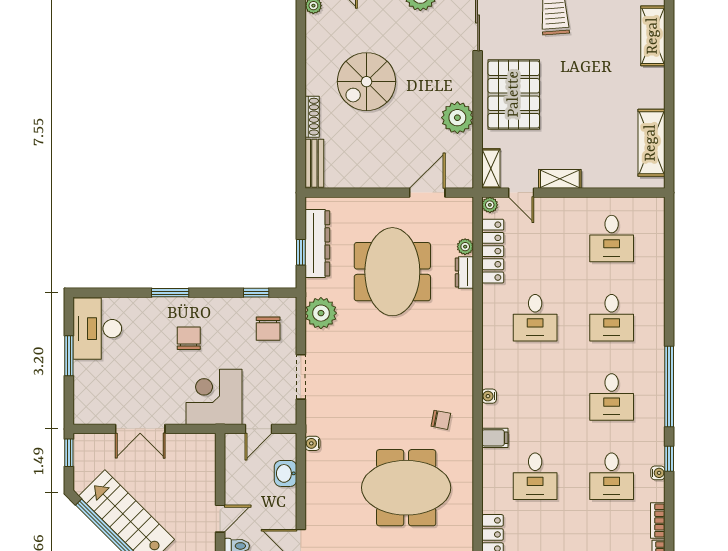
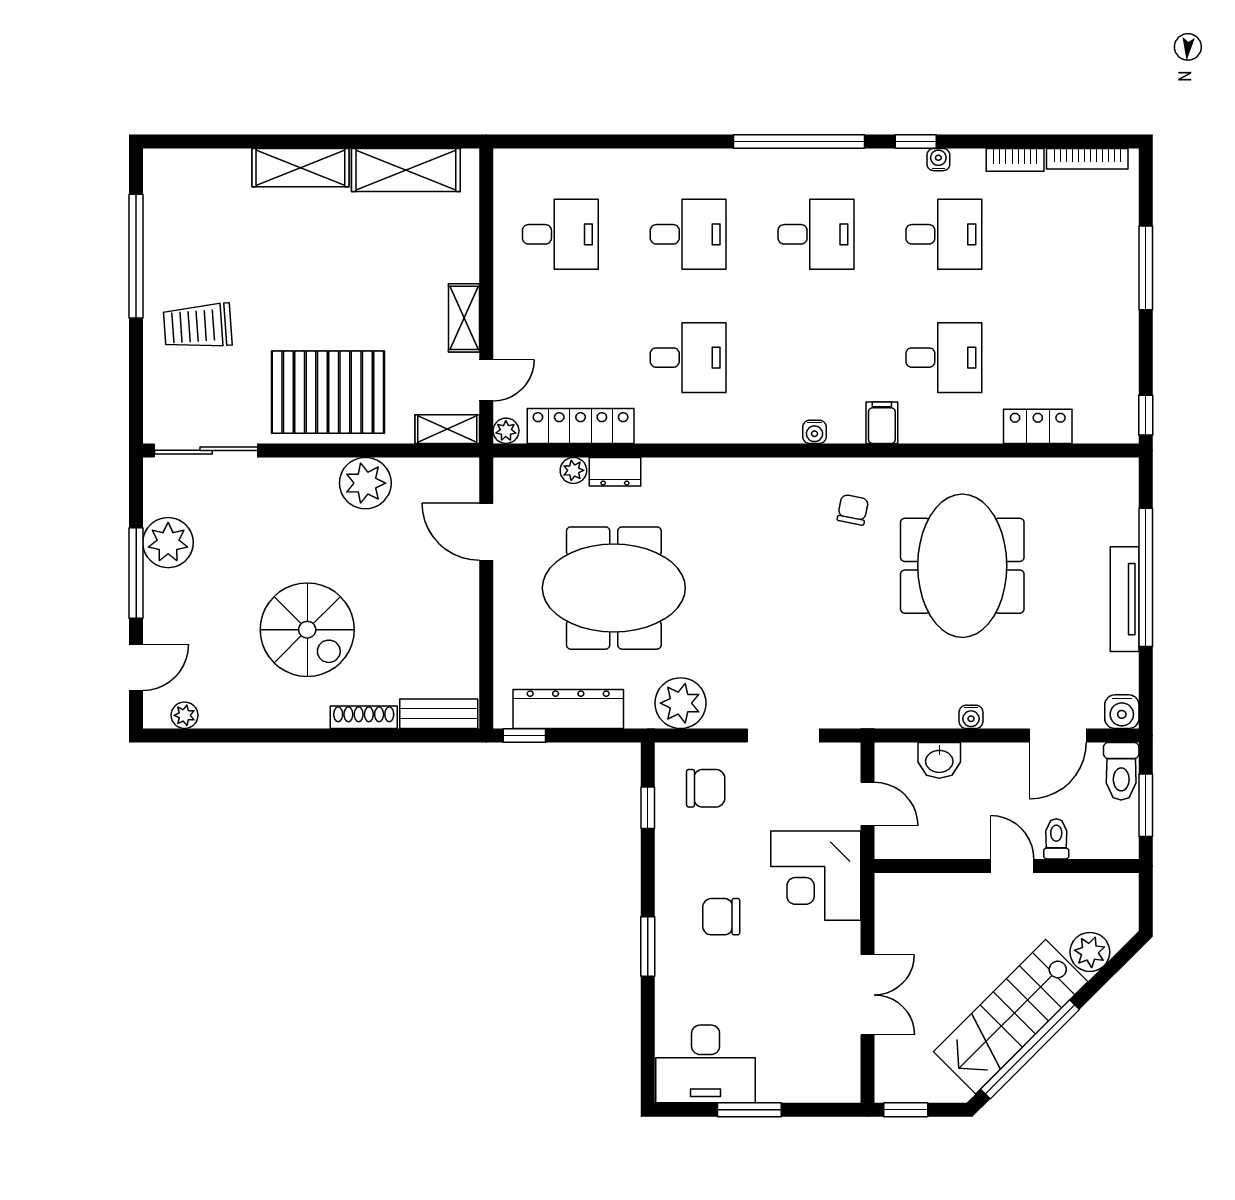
shelving: (653, 36) -> (300, 168), moved
window: (301, 252) -> (524, 735), moved
water cooler: (312, 443) -> (971, 717), moved

